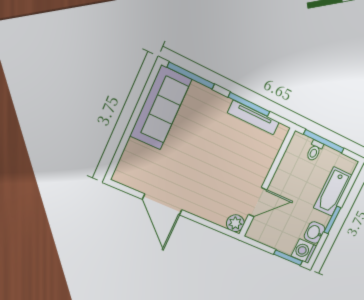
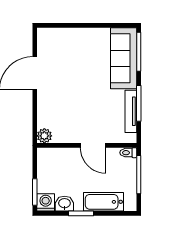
sofa: (161, 108) -> (124, 58), moved, turned 90
toilet: (315, 151) -> (128, 153), moved
door: (258, 202) -> (93, 145), moved

